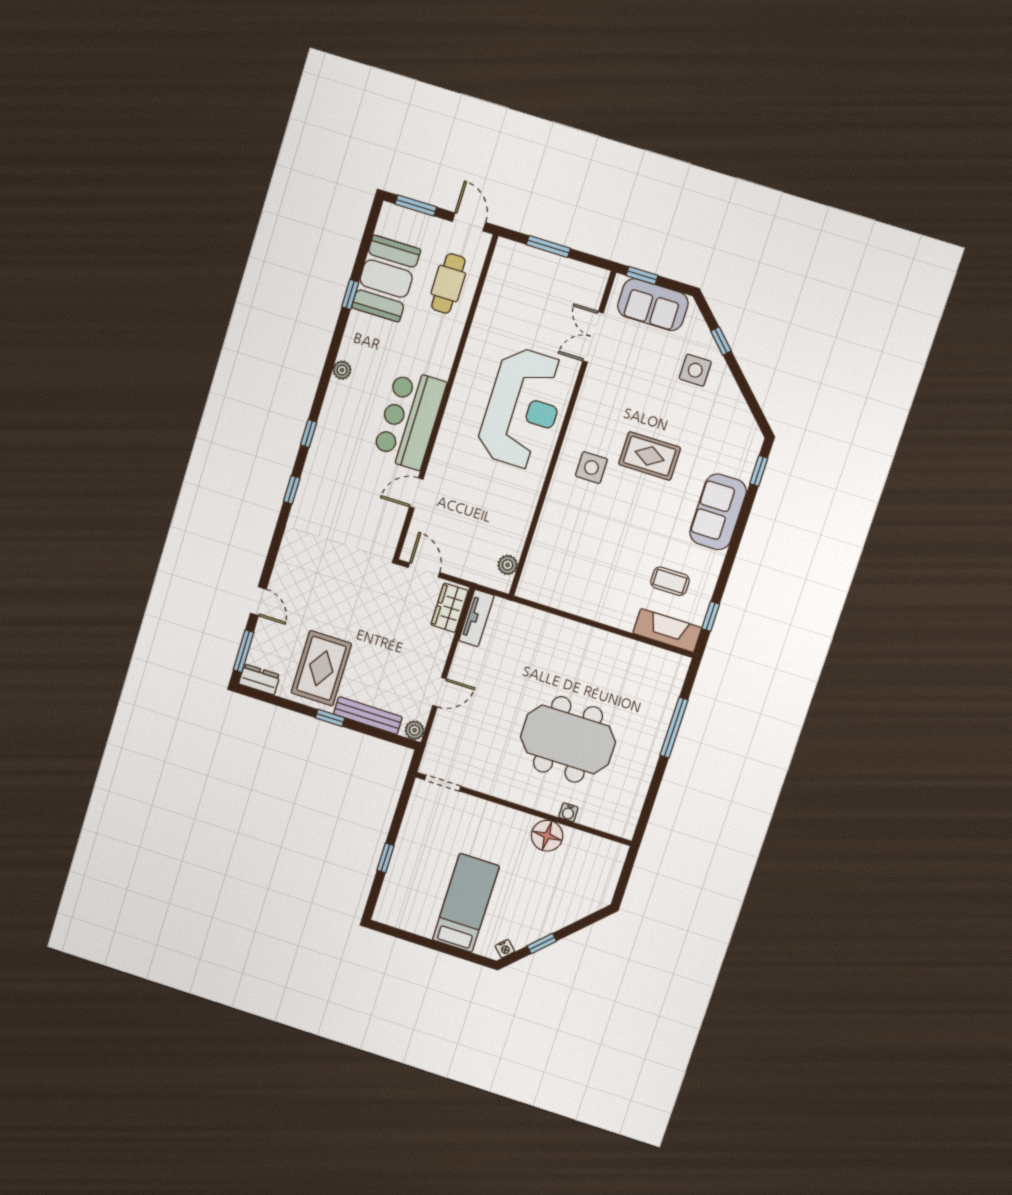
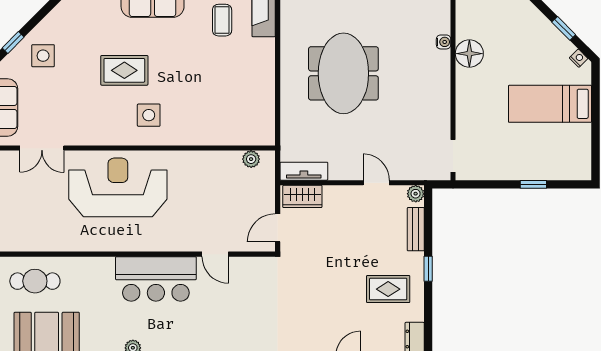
rug: (650, 456) -> (124, 70), turned 90
rug: (321, 668) -> (388, 289), width x0.73, depth x0.70
bench: (368, 715) -> (416, 229), width x0.73
meeting table: (568, 739) -> (343, 73), moved

